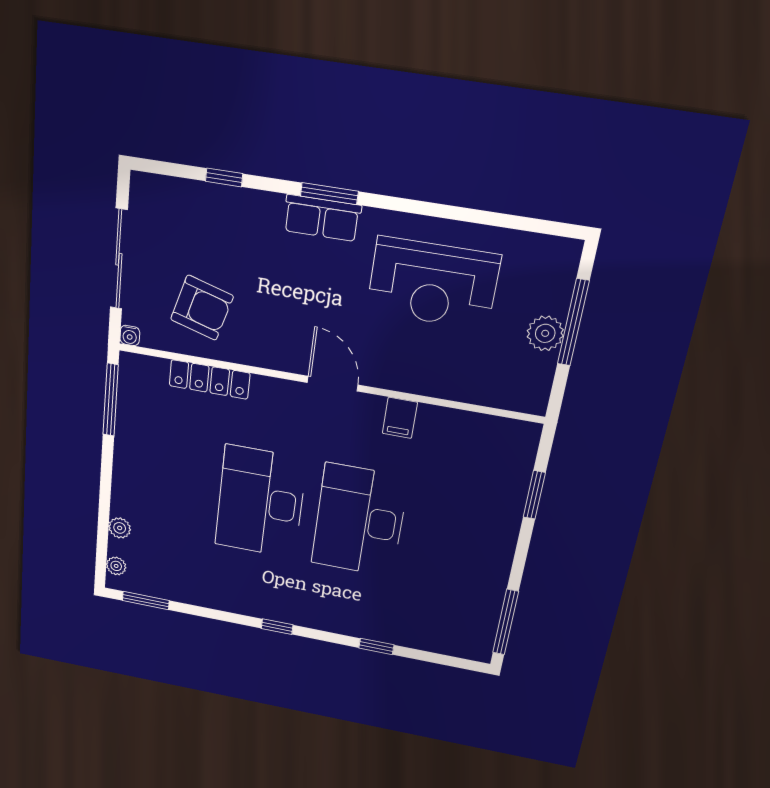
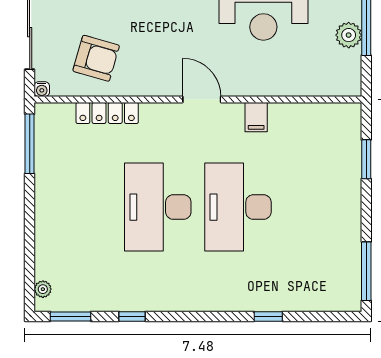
plant: (120, 528) -> (44, 253), removed
window: (277, 627) -> (132, 316), moved

